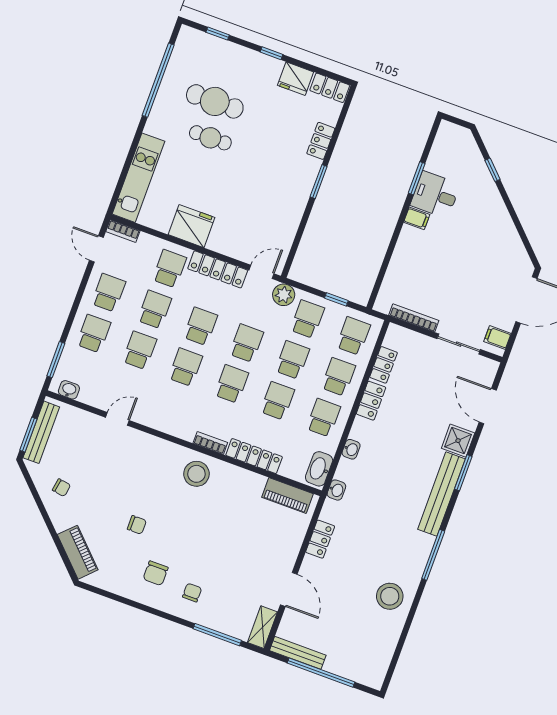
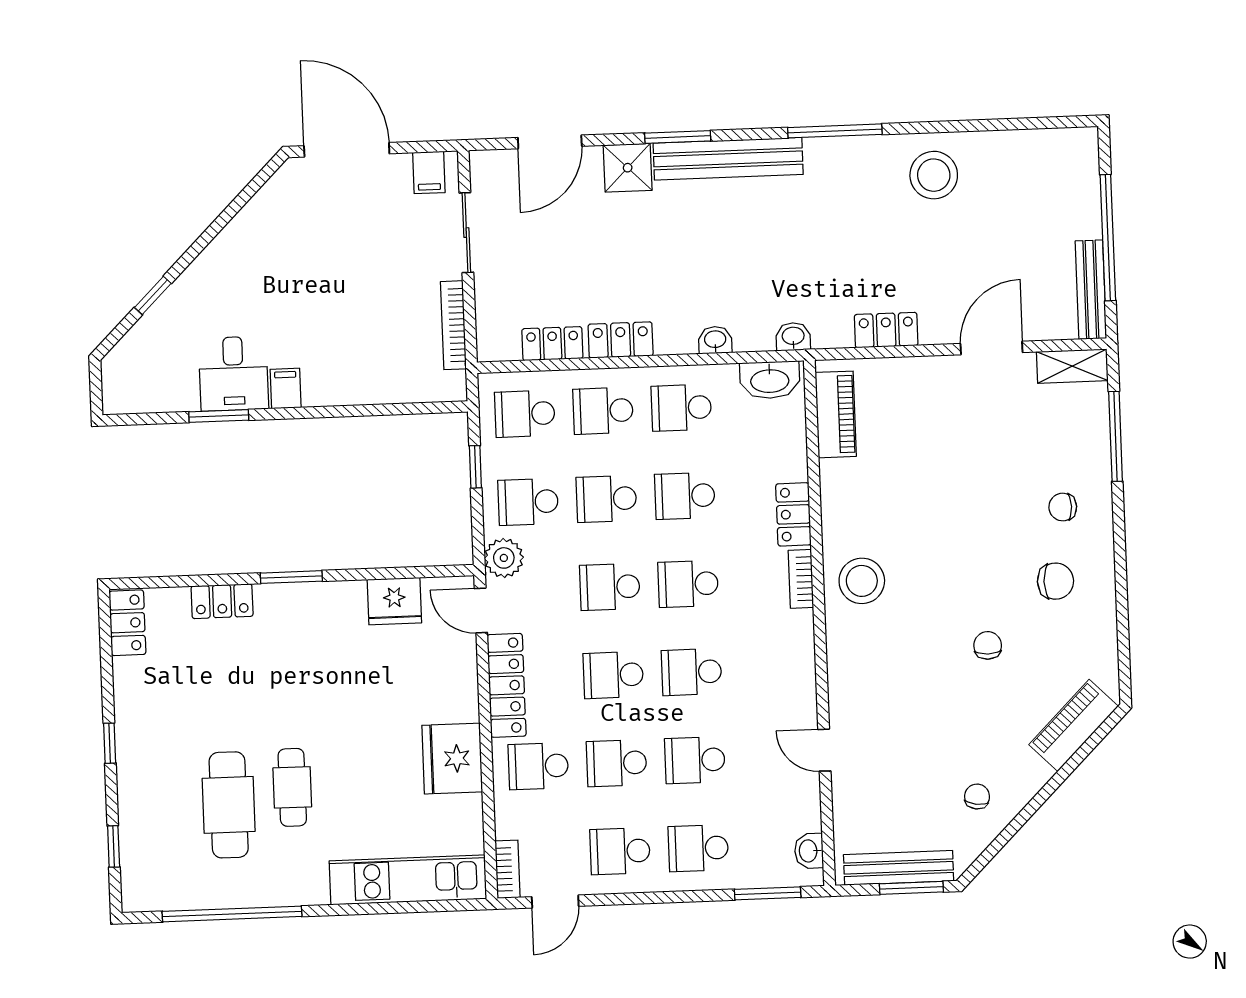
fridge: (296, 79) -> (394, 601), moved, turned 90
locker: (254, 456) -> (793, 514), width x0.66

